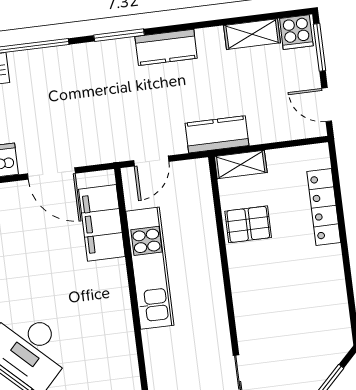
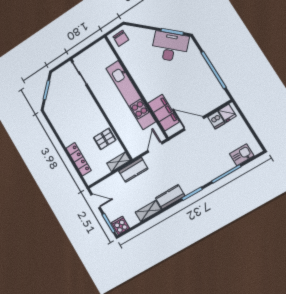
shelving: (252, 34) -> (148, 211), moved
kitchen unit: (150, 268) -> (131, 95), width x1.36

